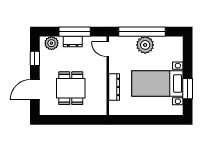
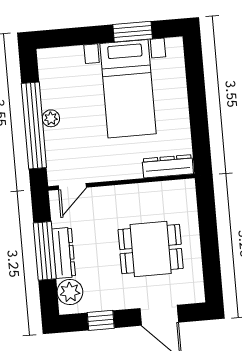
dresser: (73, 42) -> (64, 253), width x1.44
plant: (145, 45) -> (51, 118), width x0.53, depth x0.53
dresser: (114, 87) -> (168, 166), moved

